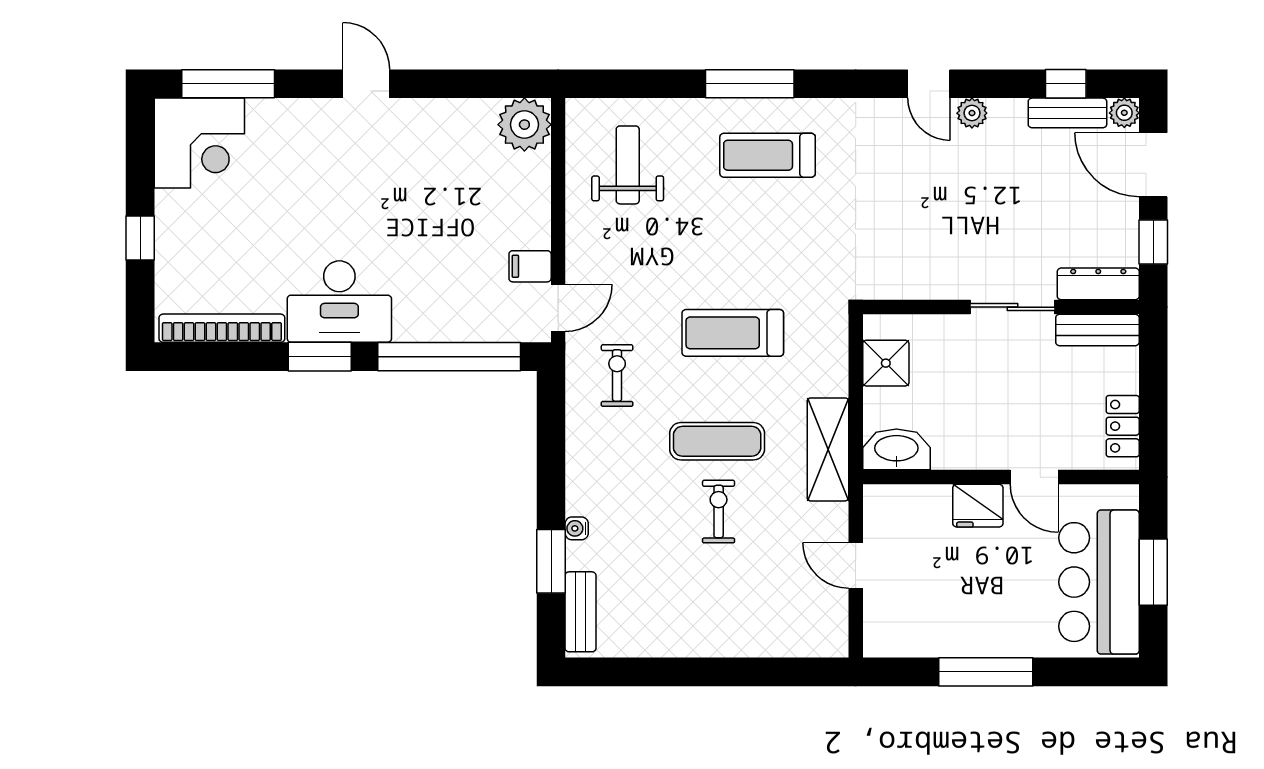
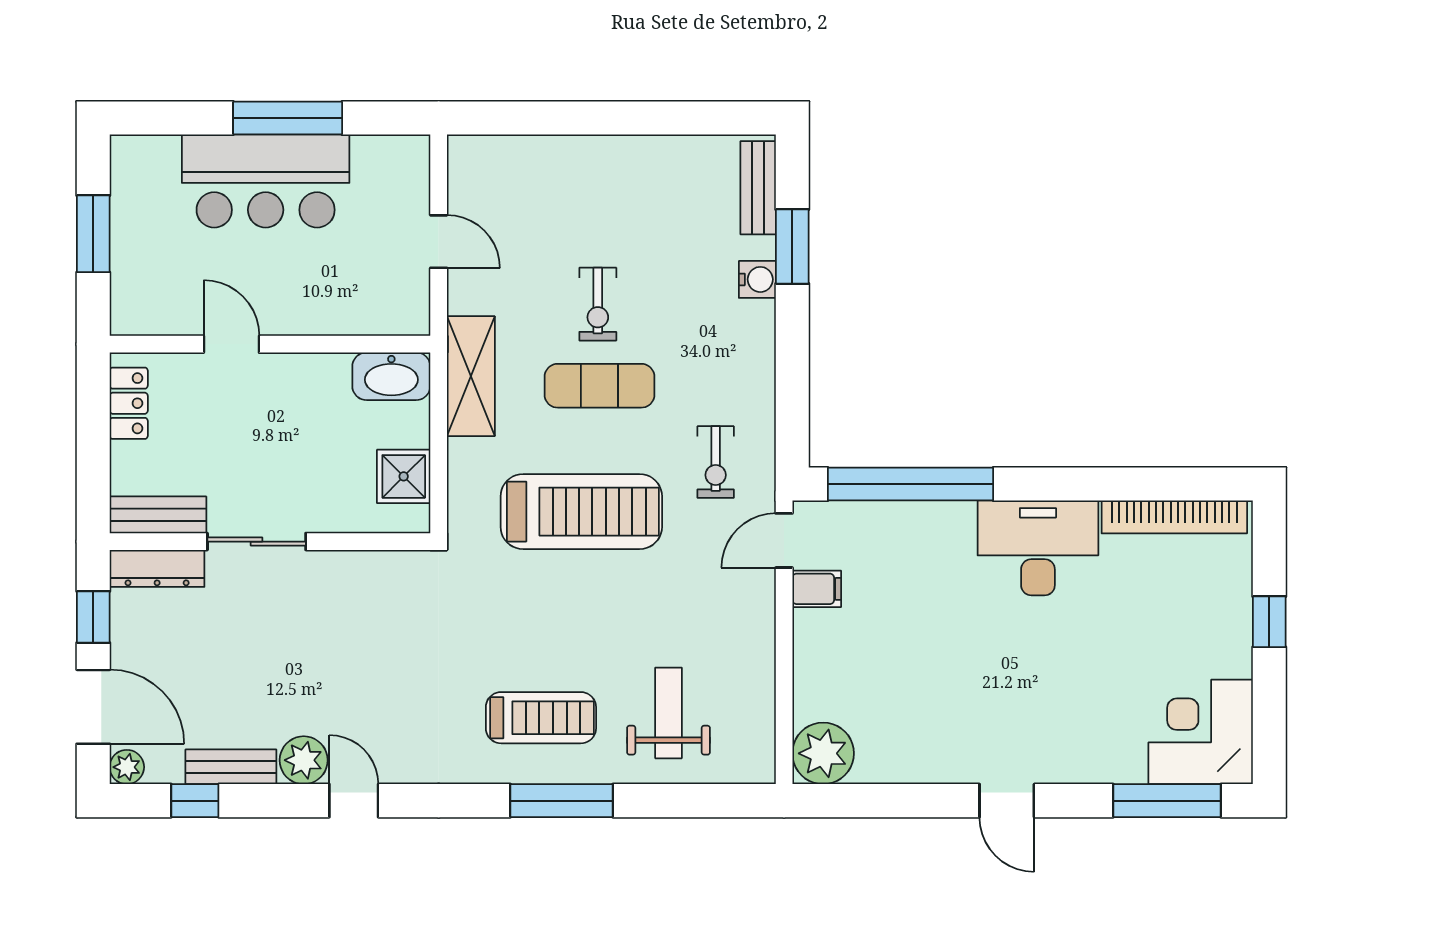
plant: (972, 113) -> (304, 760), width x1.38, depth x1.38
bench: (1067, 113) -> (231, 767), moved
weight bench: (628, 165) -> (668, 713), moved, turned 180
treadmill: (733, 333) -> (581, 512), width x1.37, depth x1.38
window: (320, 357) -> (1061, 484), removed
fridge: (978, 506) -> (297, 311), removed
water cooler: (577, 528) -> (757, 279), width x1.38, depth x1.38
bar counter: (1099, 582) -> (266, 181), moved, turned 90

